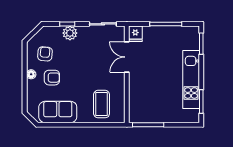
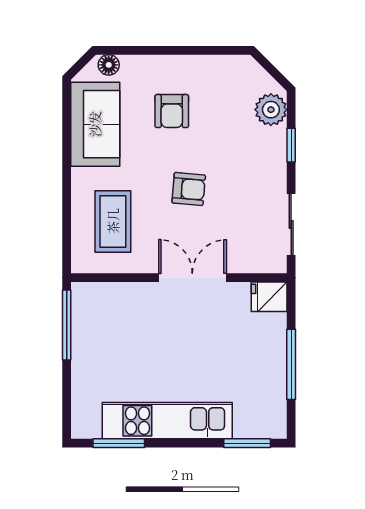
plant: (70, 33) -> (271, 110), moved
armchair: (45, 54) -> (189, 189), moved
double door: (127, 57) -> (192, 278), moved
floor lamp: (31, 74) -> (109, 65), moved
coffee table: (102, 104) -> (113, 221), turned 90

